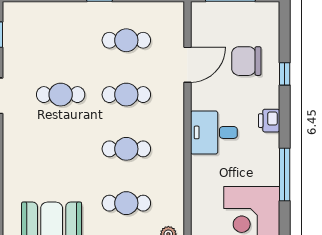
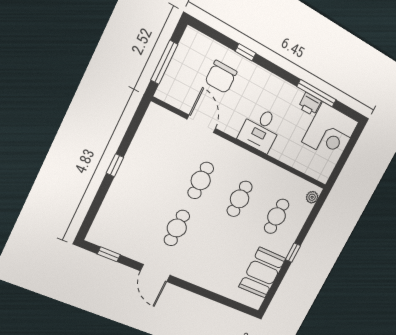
cafe table: (126, 40) -> (160, 161), removed
printer: (269, 121) -> (310, 104), moved

